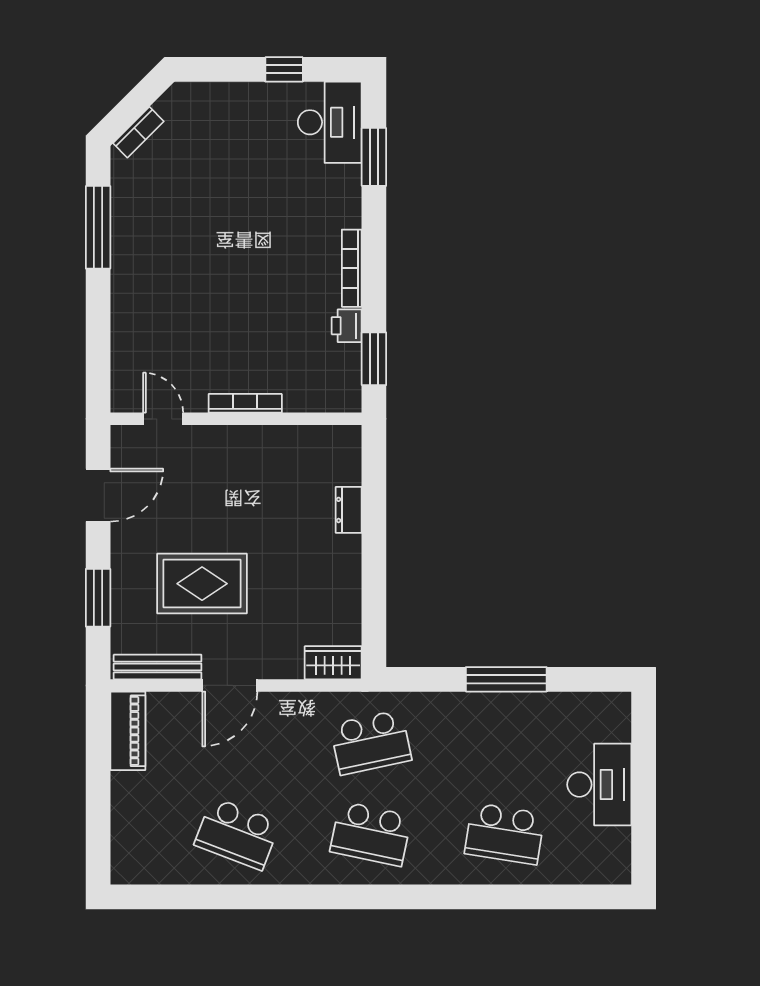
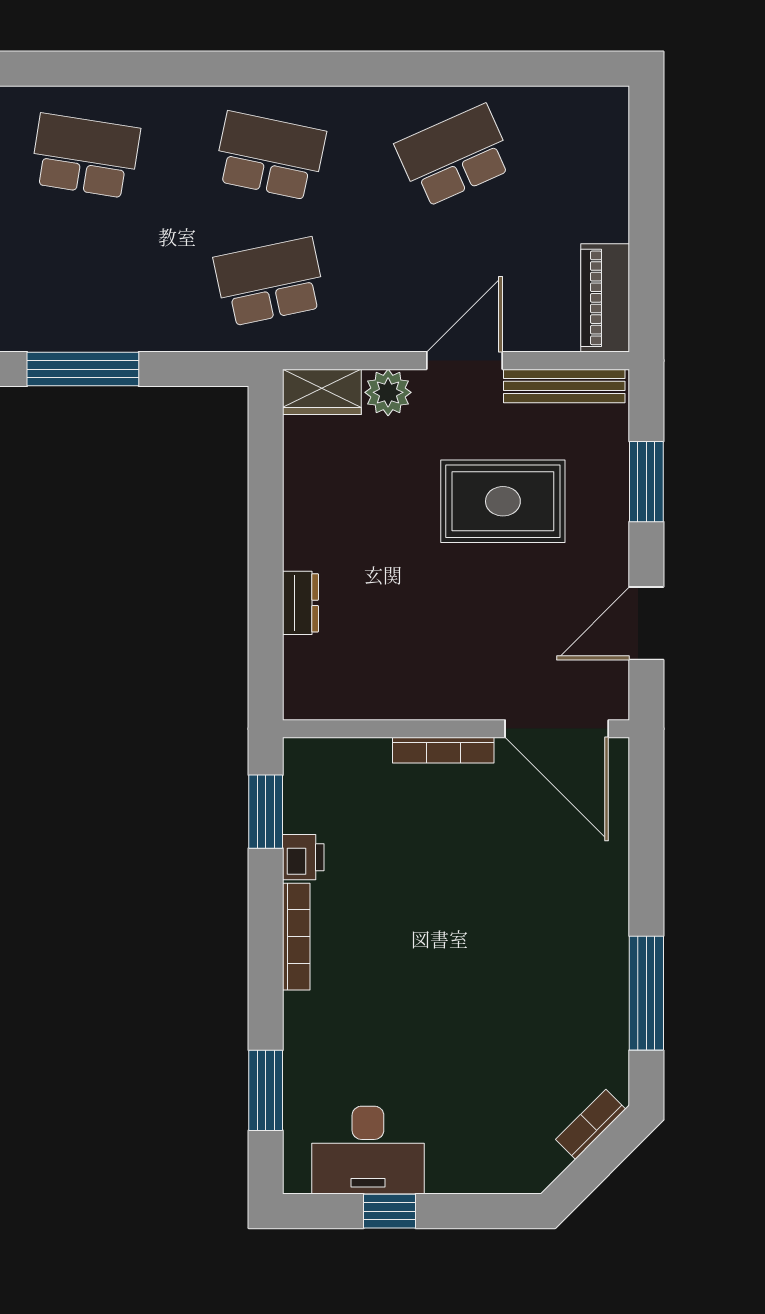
desk: (330, 122) -> (368, 1150), moved, turned -90
door: (163, 419) -> (557, 729), width x1.88
plant: (285, 662) -> (388, 392), added
school desk: (237, 834) -> (454, 156), turned -45

